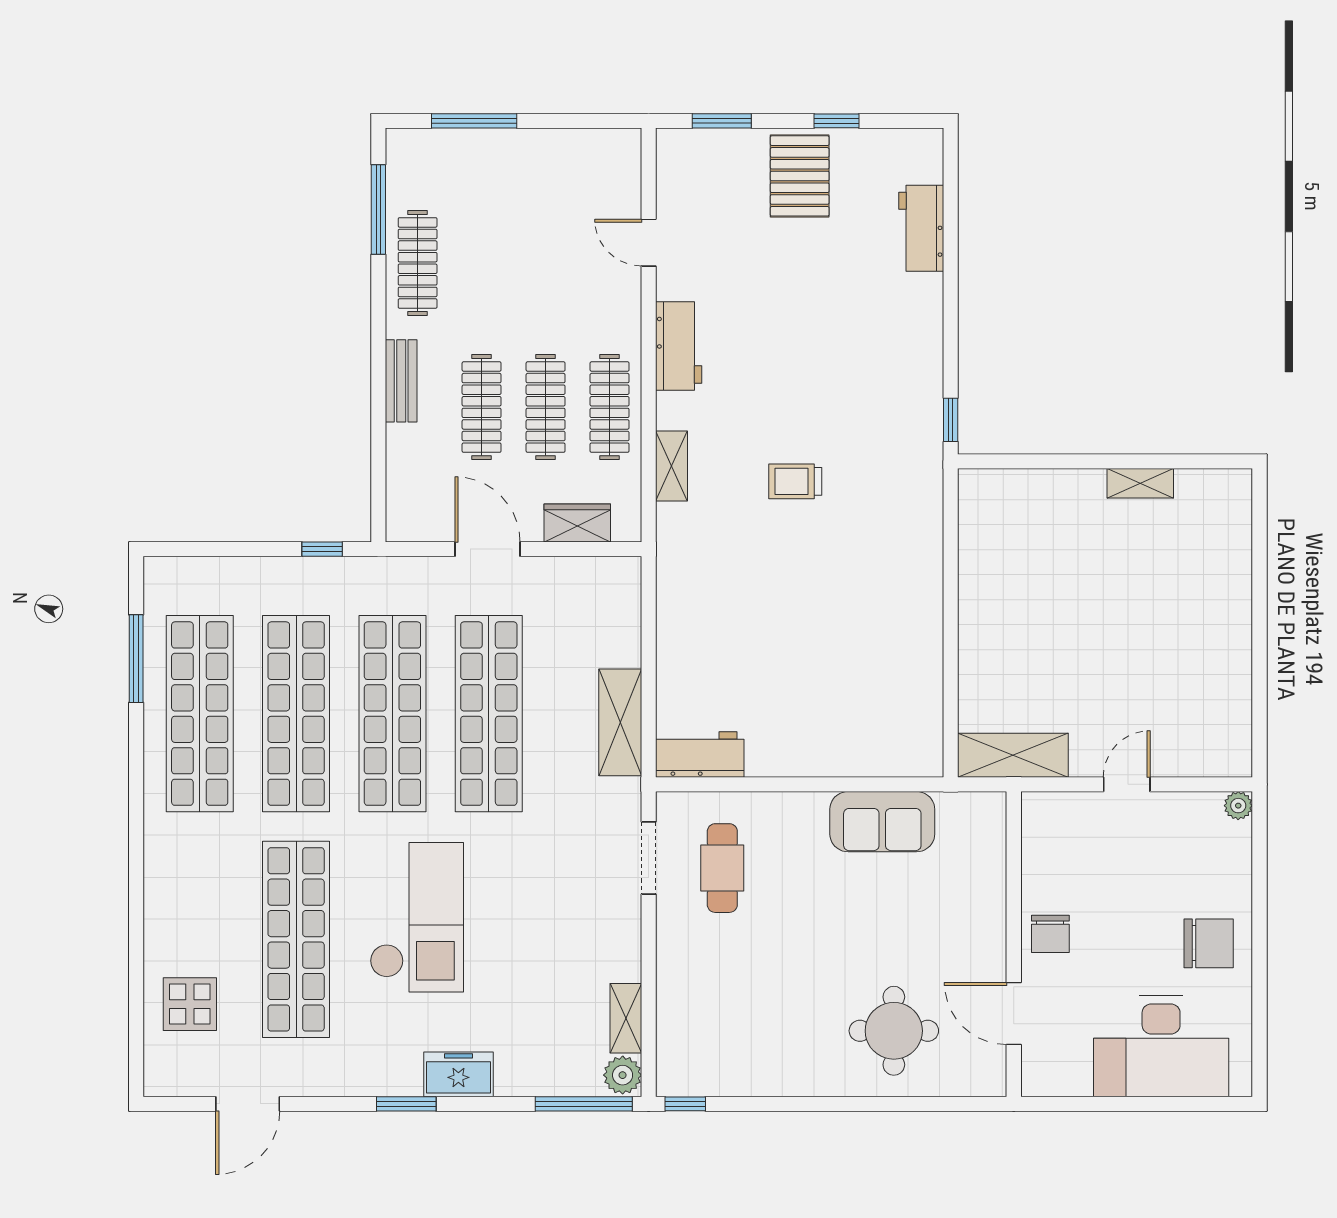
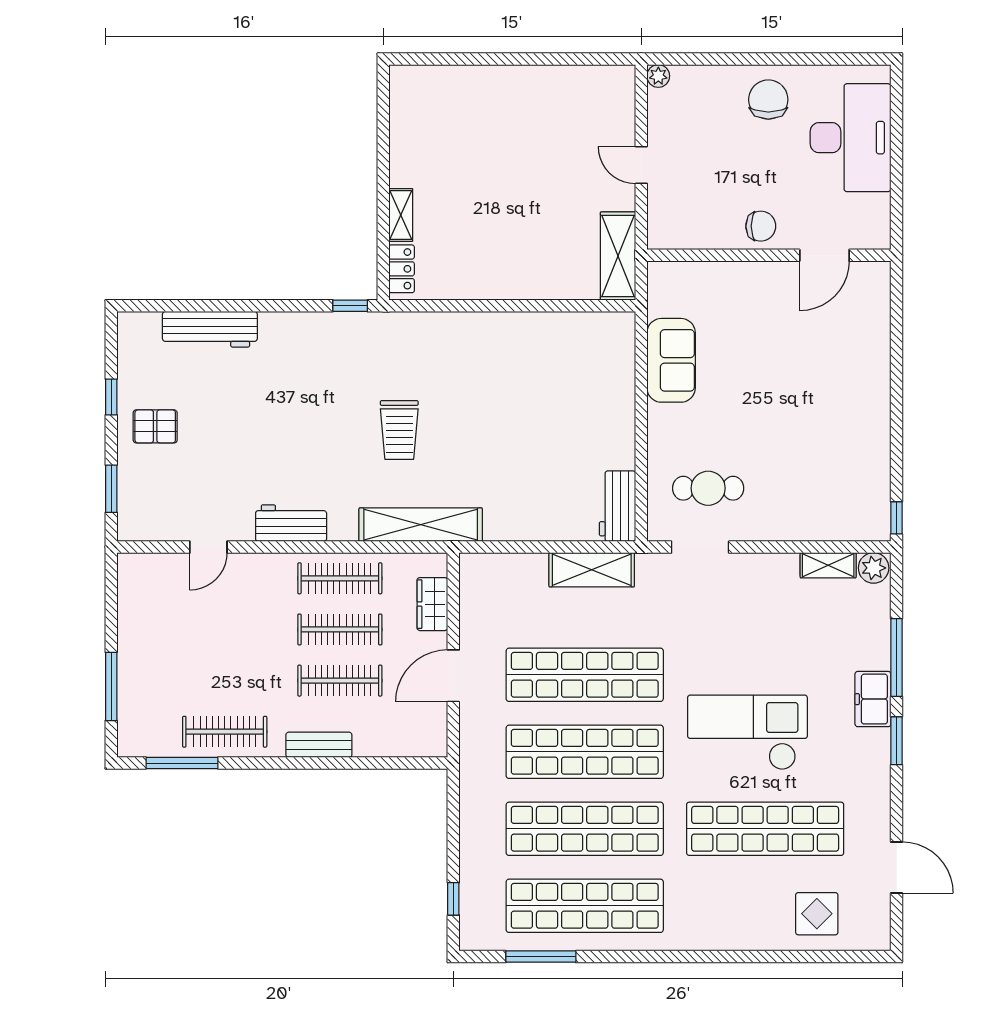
pallet: (800, 176) -> (155, 426), width x0.67, depth x0.71
workbench: (921, 228) -> (210, 329), width x1.38
shelving: (672, 466) -> (421, 525), width x2.20, depth x1.33
trolley: (795, 481) -> (399, 430), width x1.36, depth x1.39
shelving: (1140, 483) -> (401, 215), moved
locker: (997, 484) -> (402, 269), added
window: (322, 549) -> (453, 899), moved
round table: (894, 1031) -> (838, 351), removed
window: (584, 1104) -> (897, 657), moved

